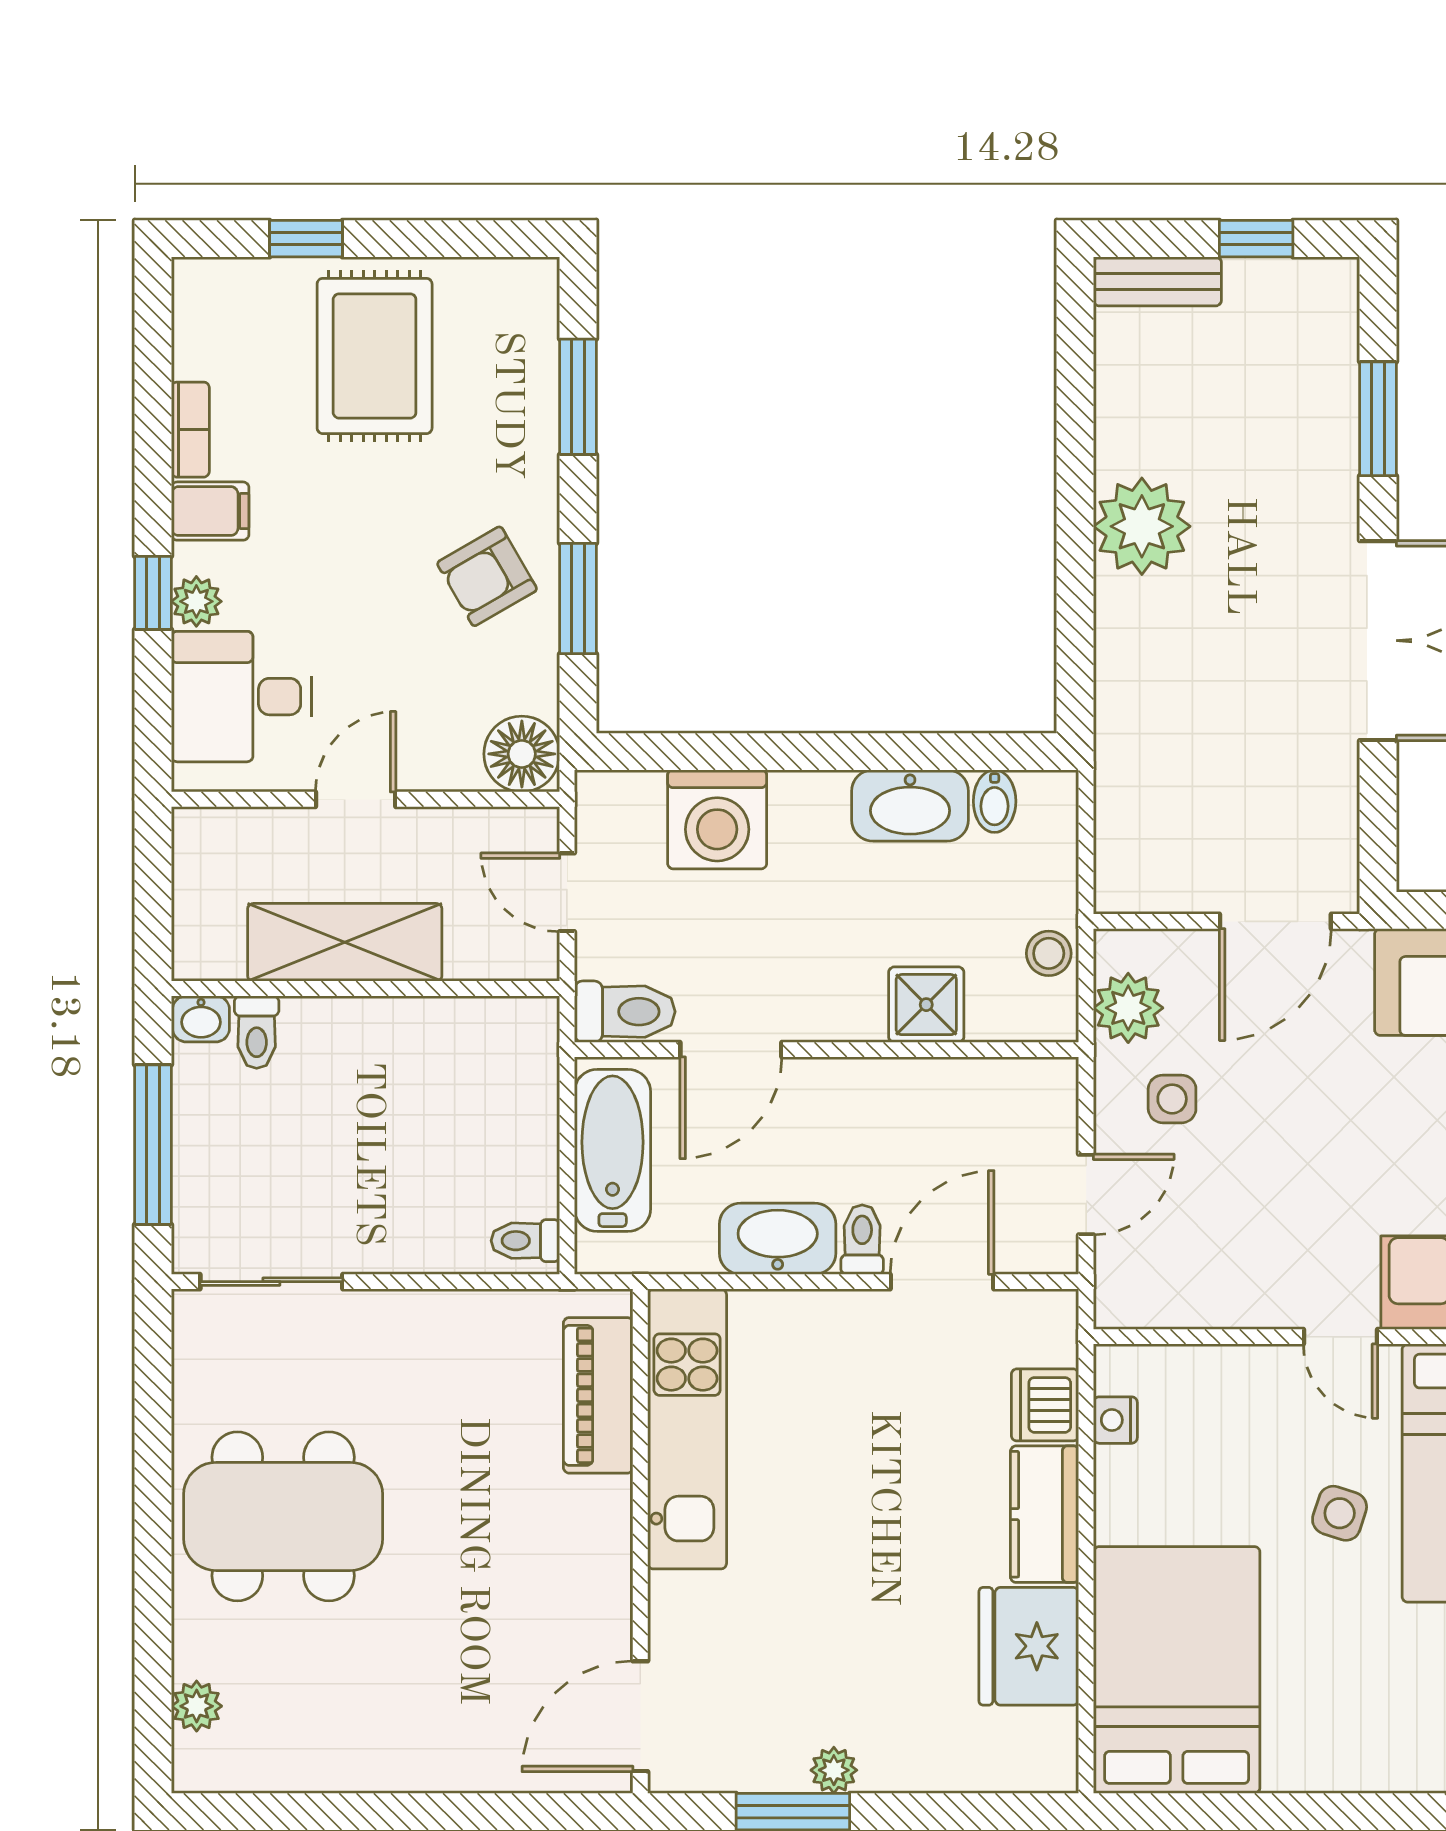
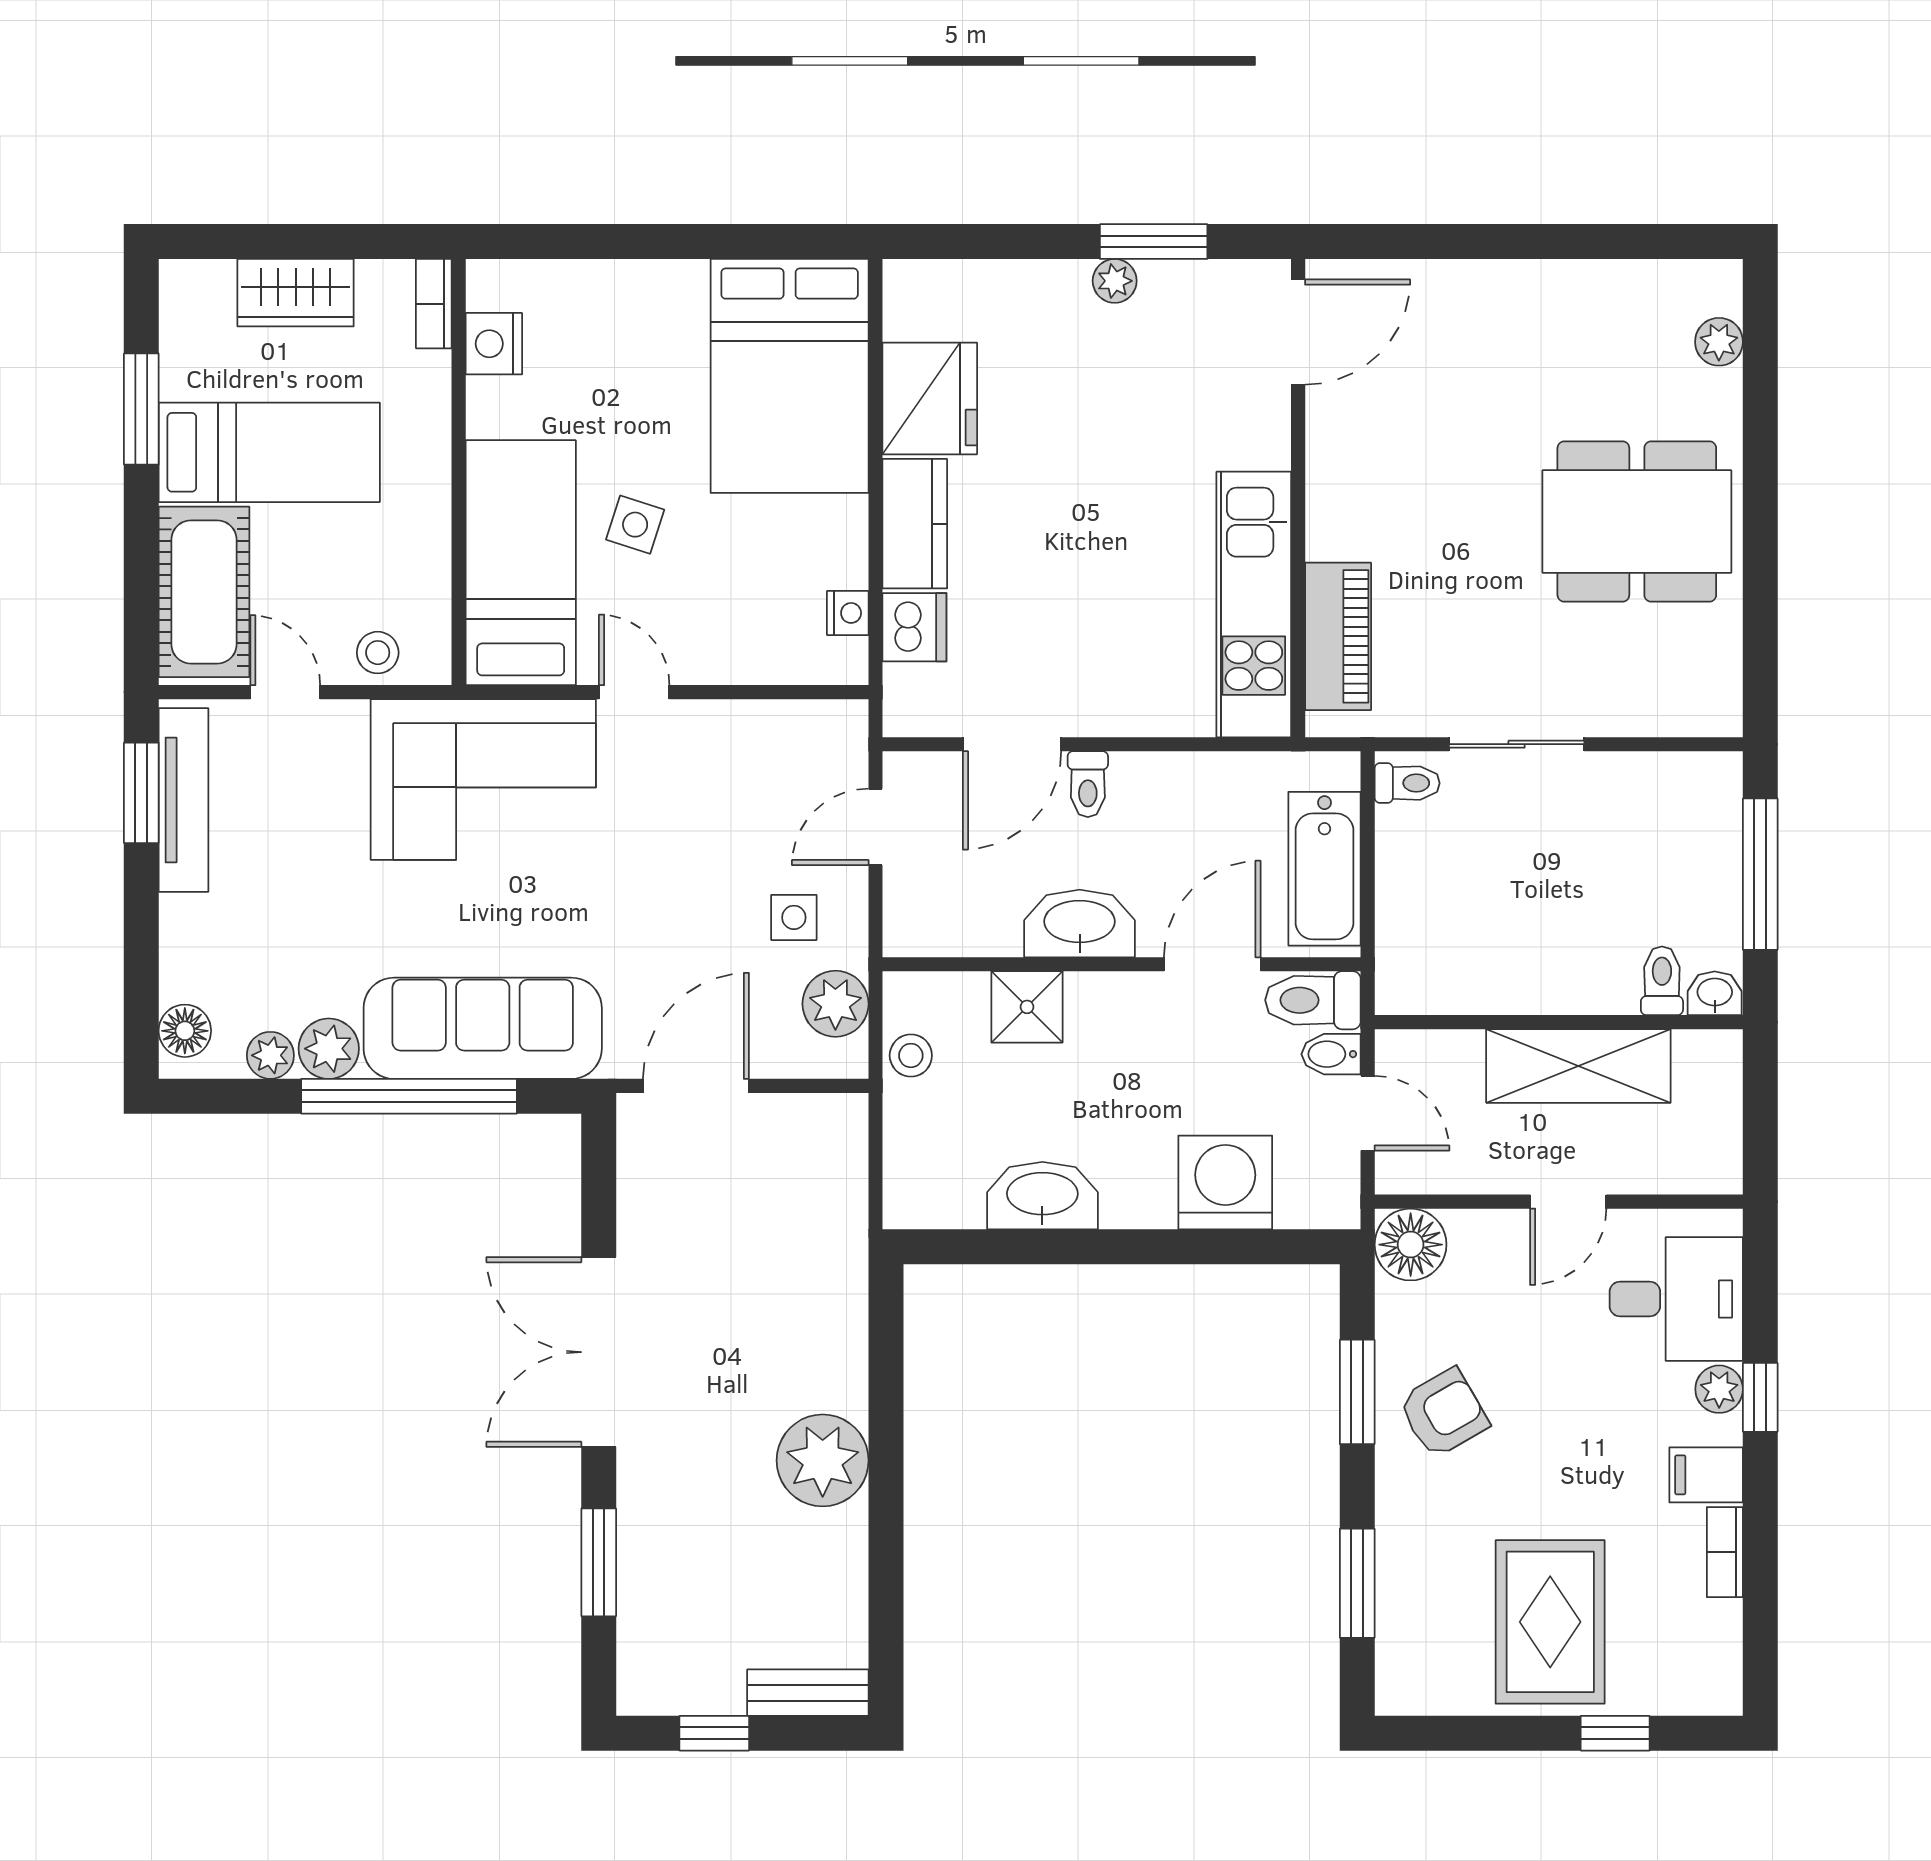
bidet: (995, 801) -> (1331, 1054), moved, turned -90
washbasin: (778, 1239) -> (1080, 924), moved, turned 180
sliding door: (271, 1282) -> (1517, 744), moved

